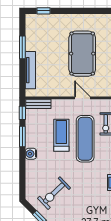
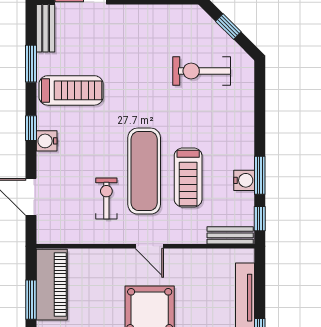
water cooler: (31, 154) -> (244, 180), moved
exercise bike: (54, 193) -> (202, 71), turned -136

